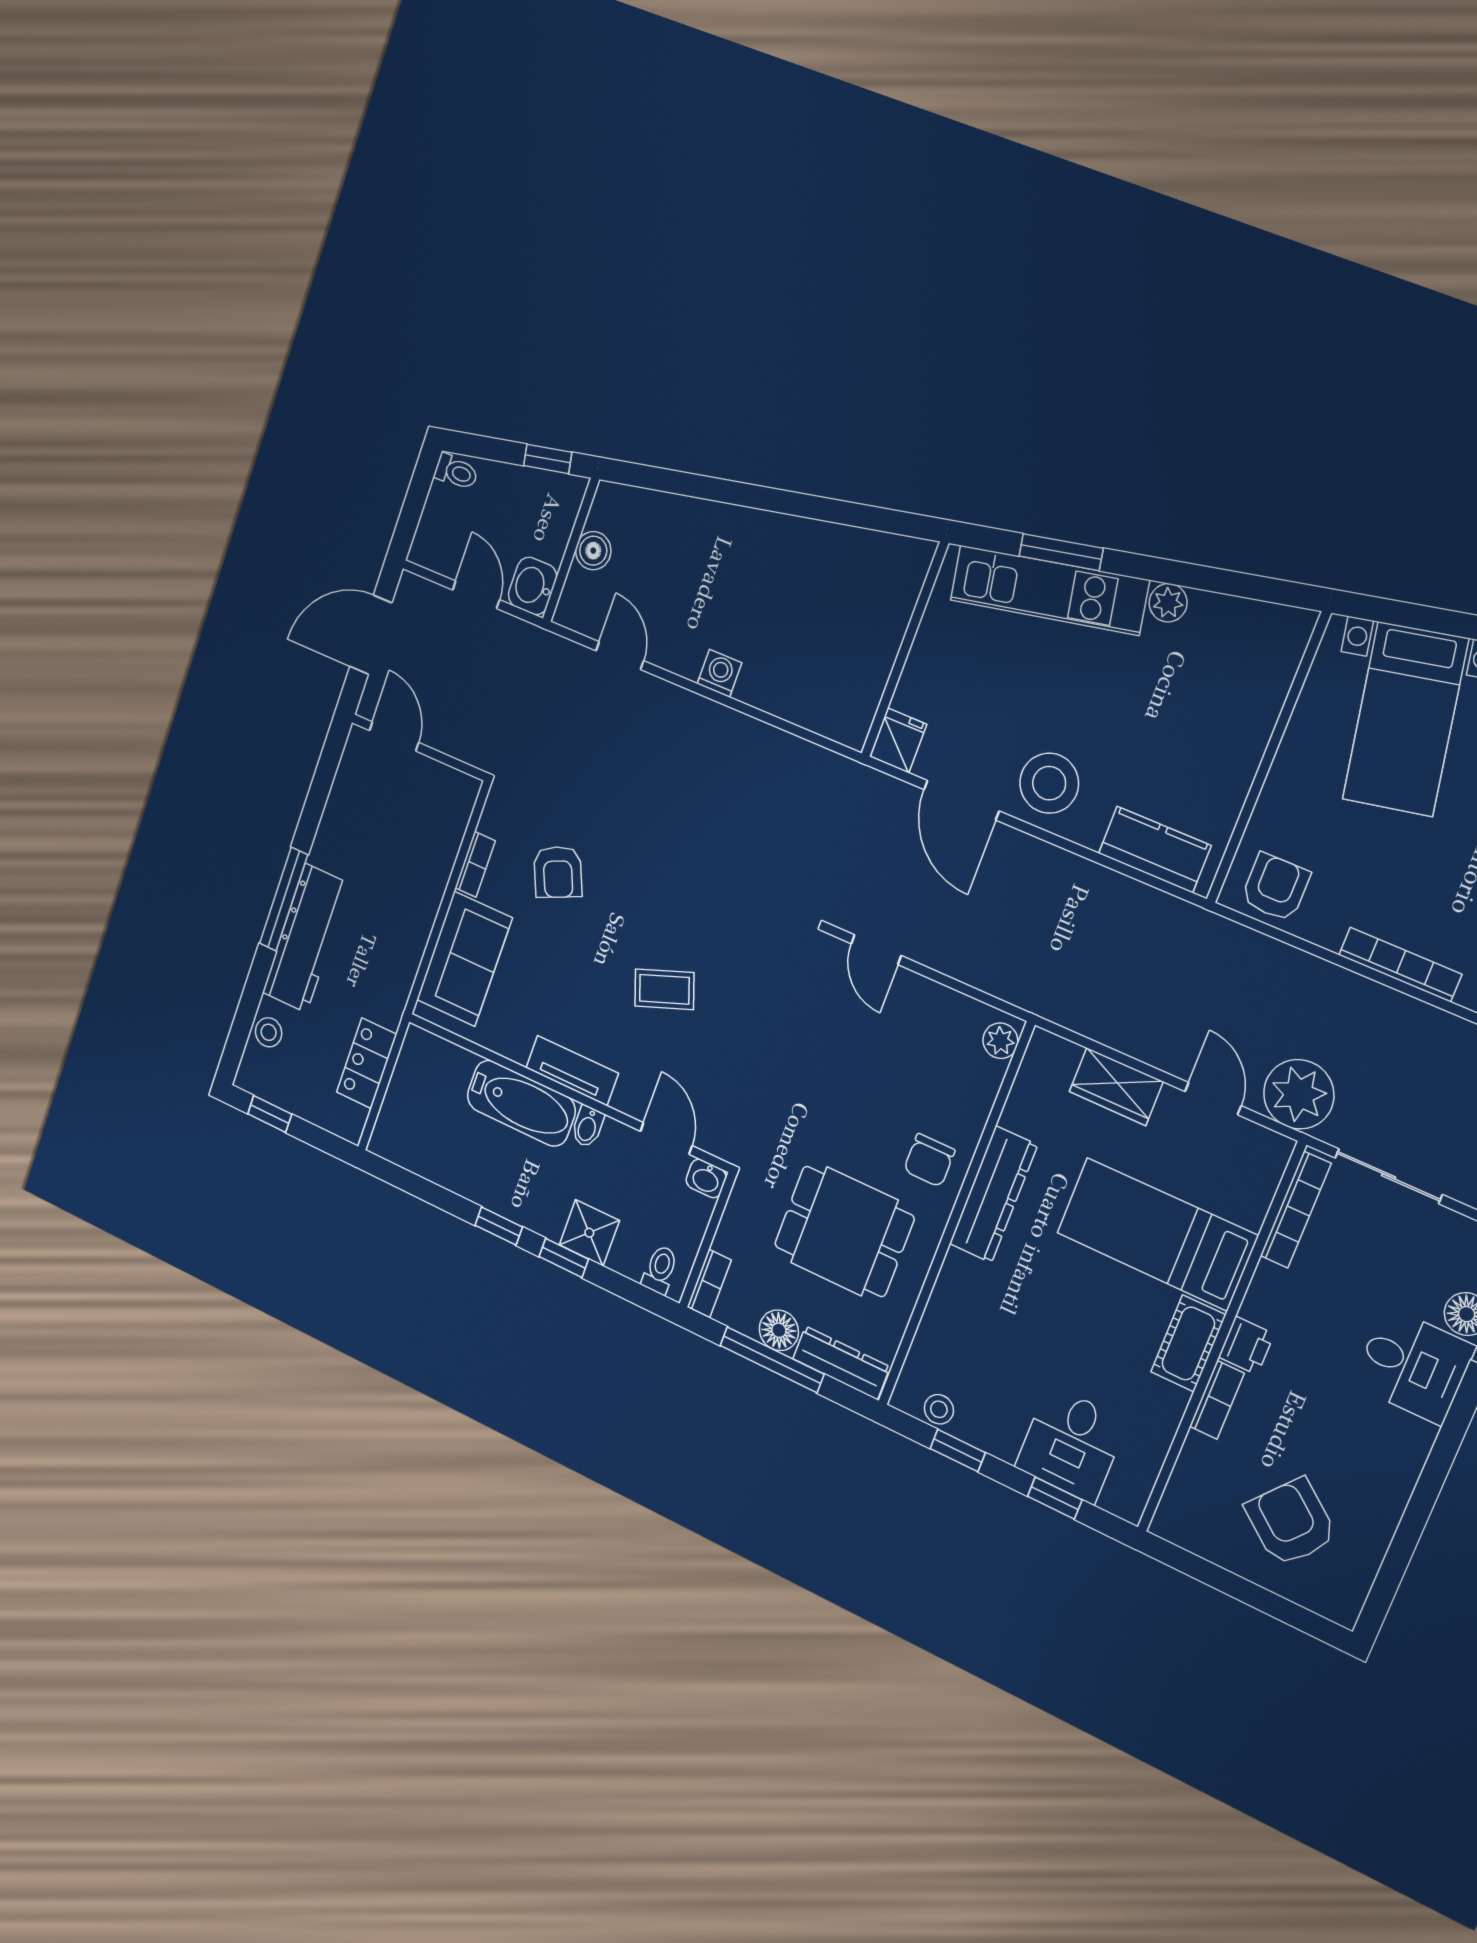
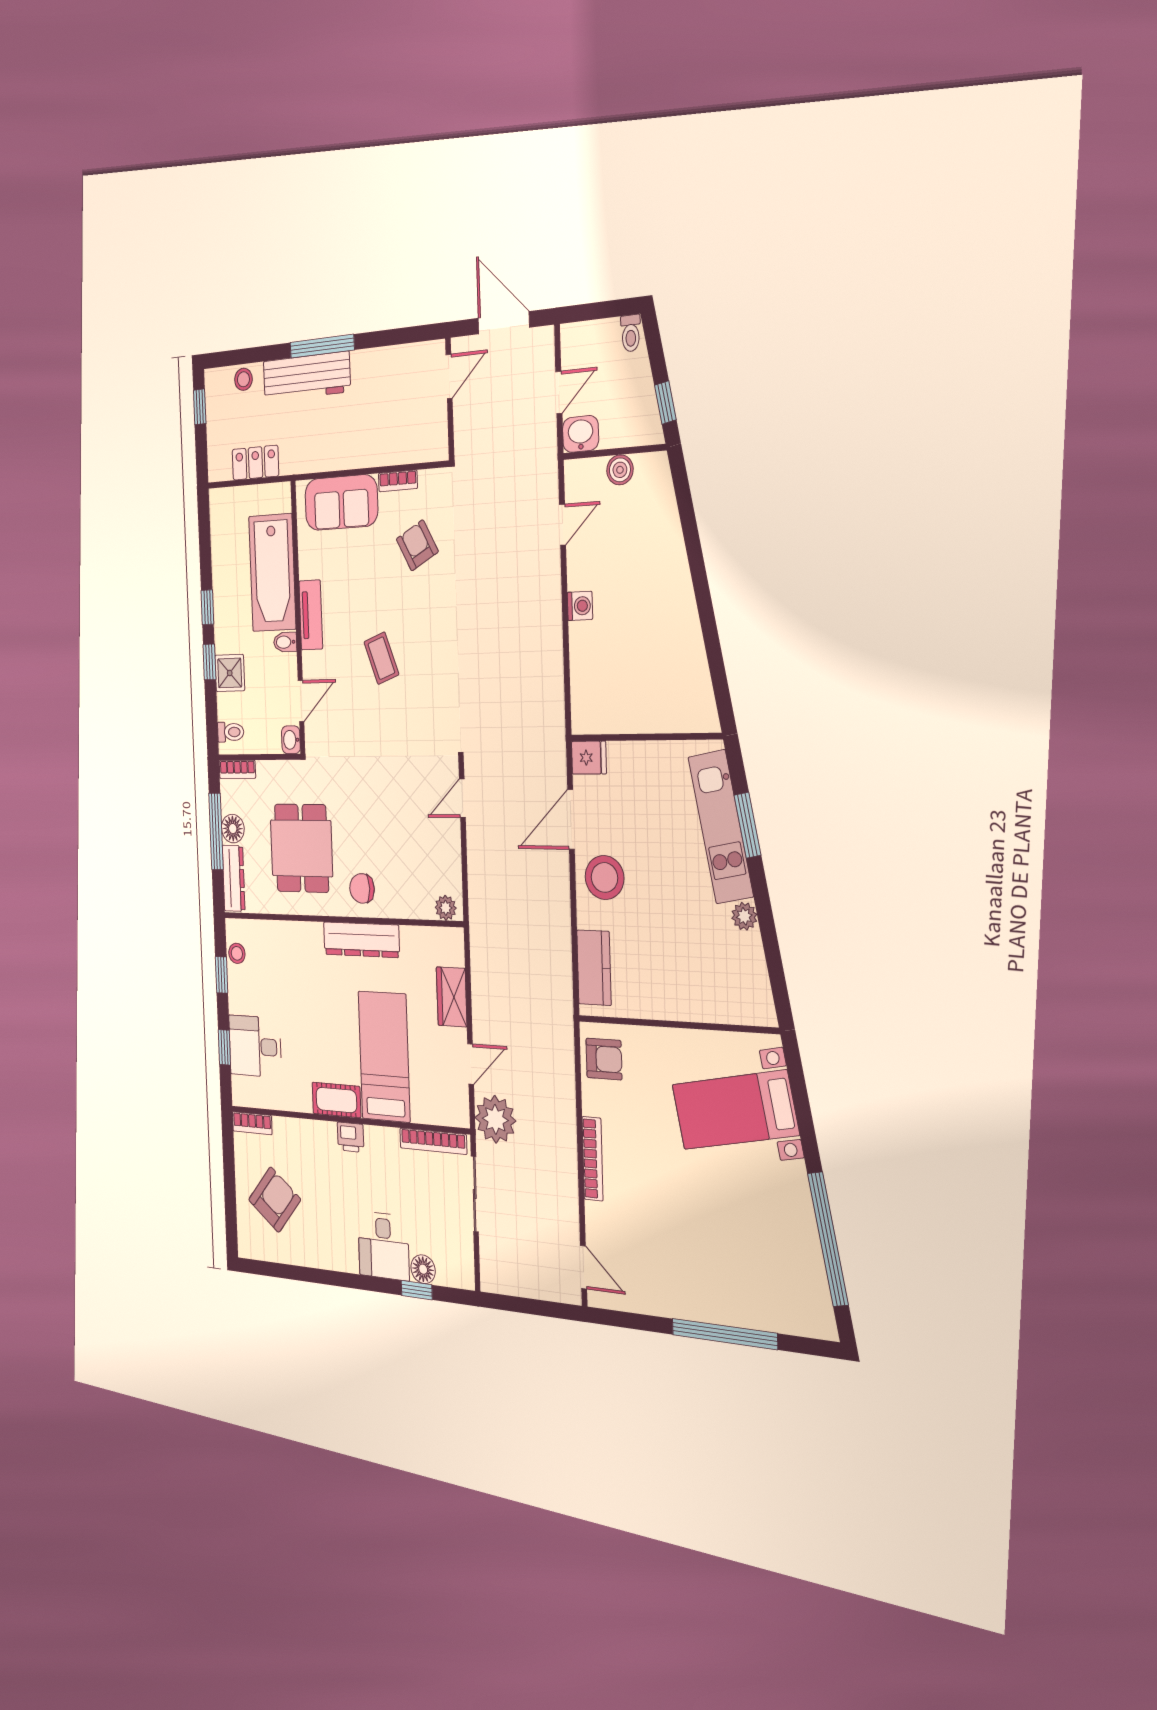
armchair: (558, 872) -> (417, 545), turned 86
bathtub: (521, 1103) -> (272, 573), width x1.36, depth x1.36
bookcase: (1217, 1400) -> (252, 1123), moved

